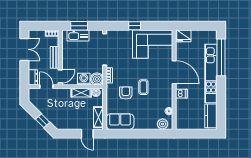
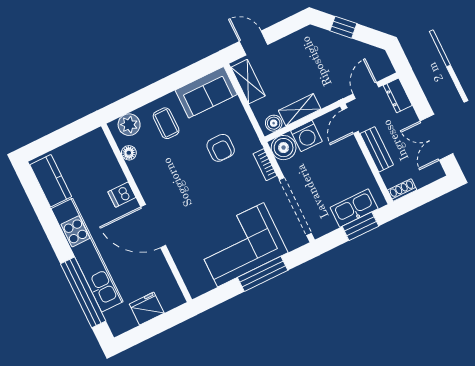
window: (135, 26) -> (263, 274), width x2.17
fridge: (184, 36) -> (147, 309), moved
corner sofa: (153, 44) -> (241, 245), moved
door: (46, 87) -> (366, 90), swing flipped
coffee table: (143, 87) -> (166, 123), moved

